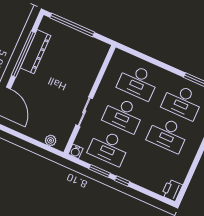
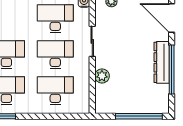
dresser: (35, 52) -> (162, 62), moved
plant: (89, 76) -> (102, 76), added

